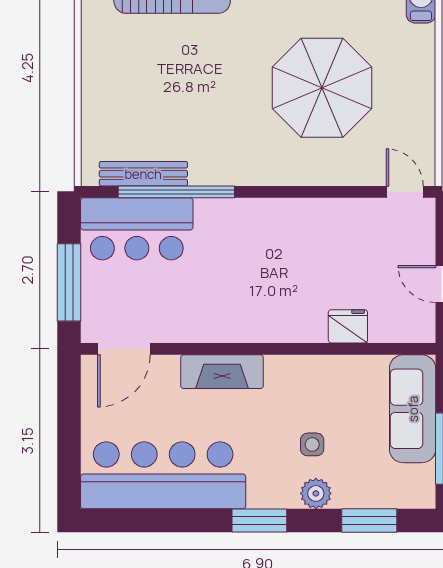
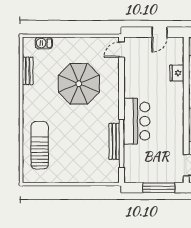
bench: (143, 174) -> (114, 141), moved
bar counter: (137, 229) -> (137, 121), moved

